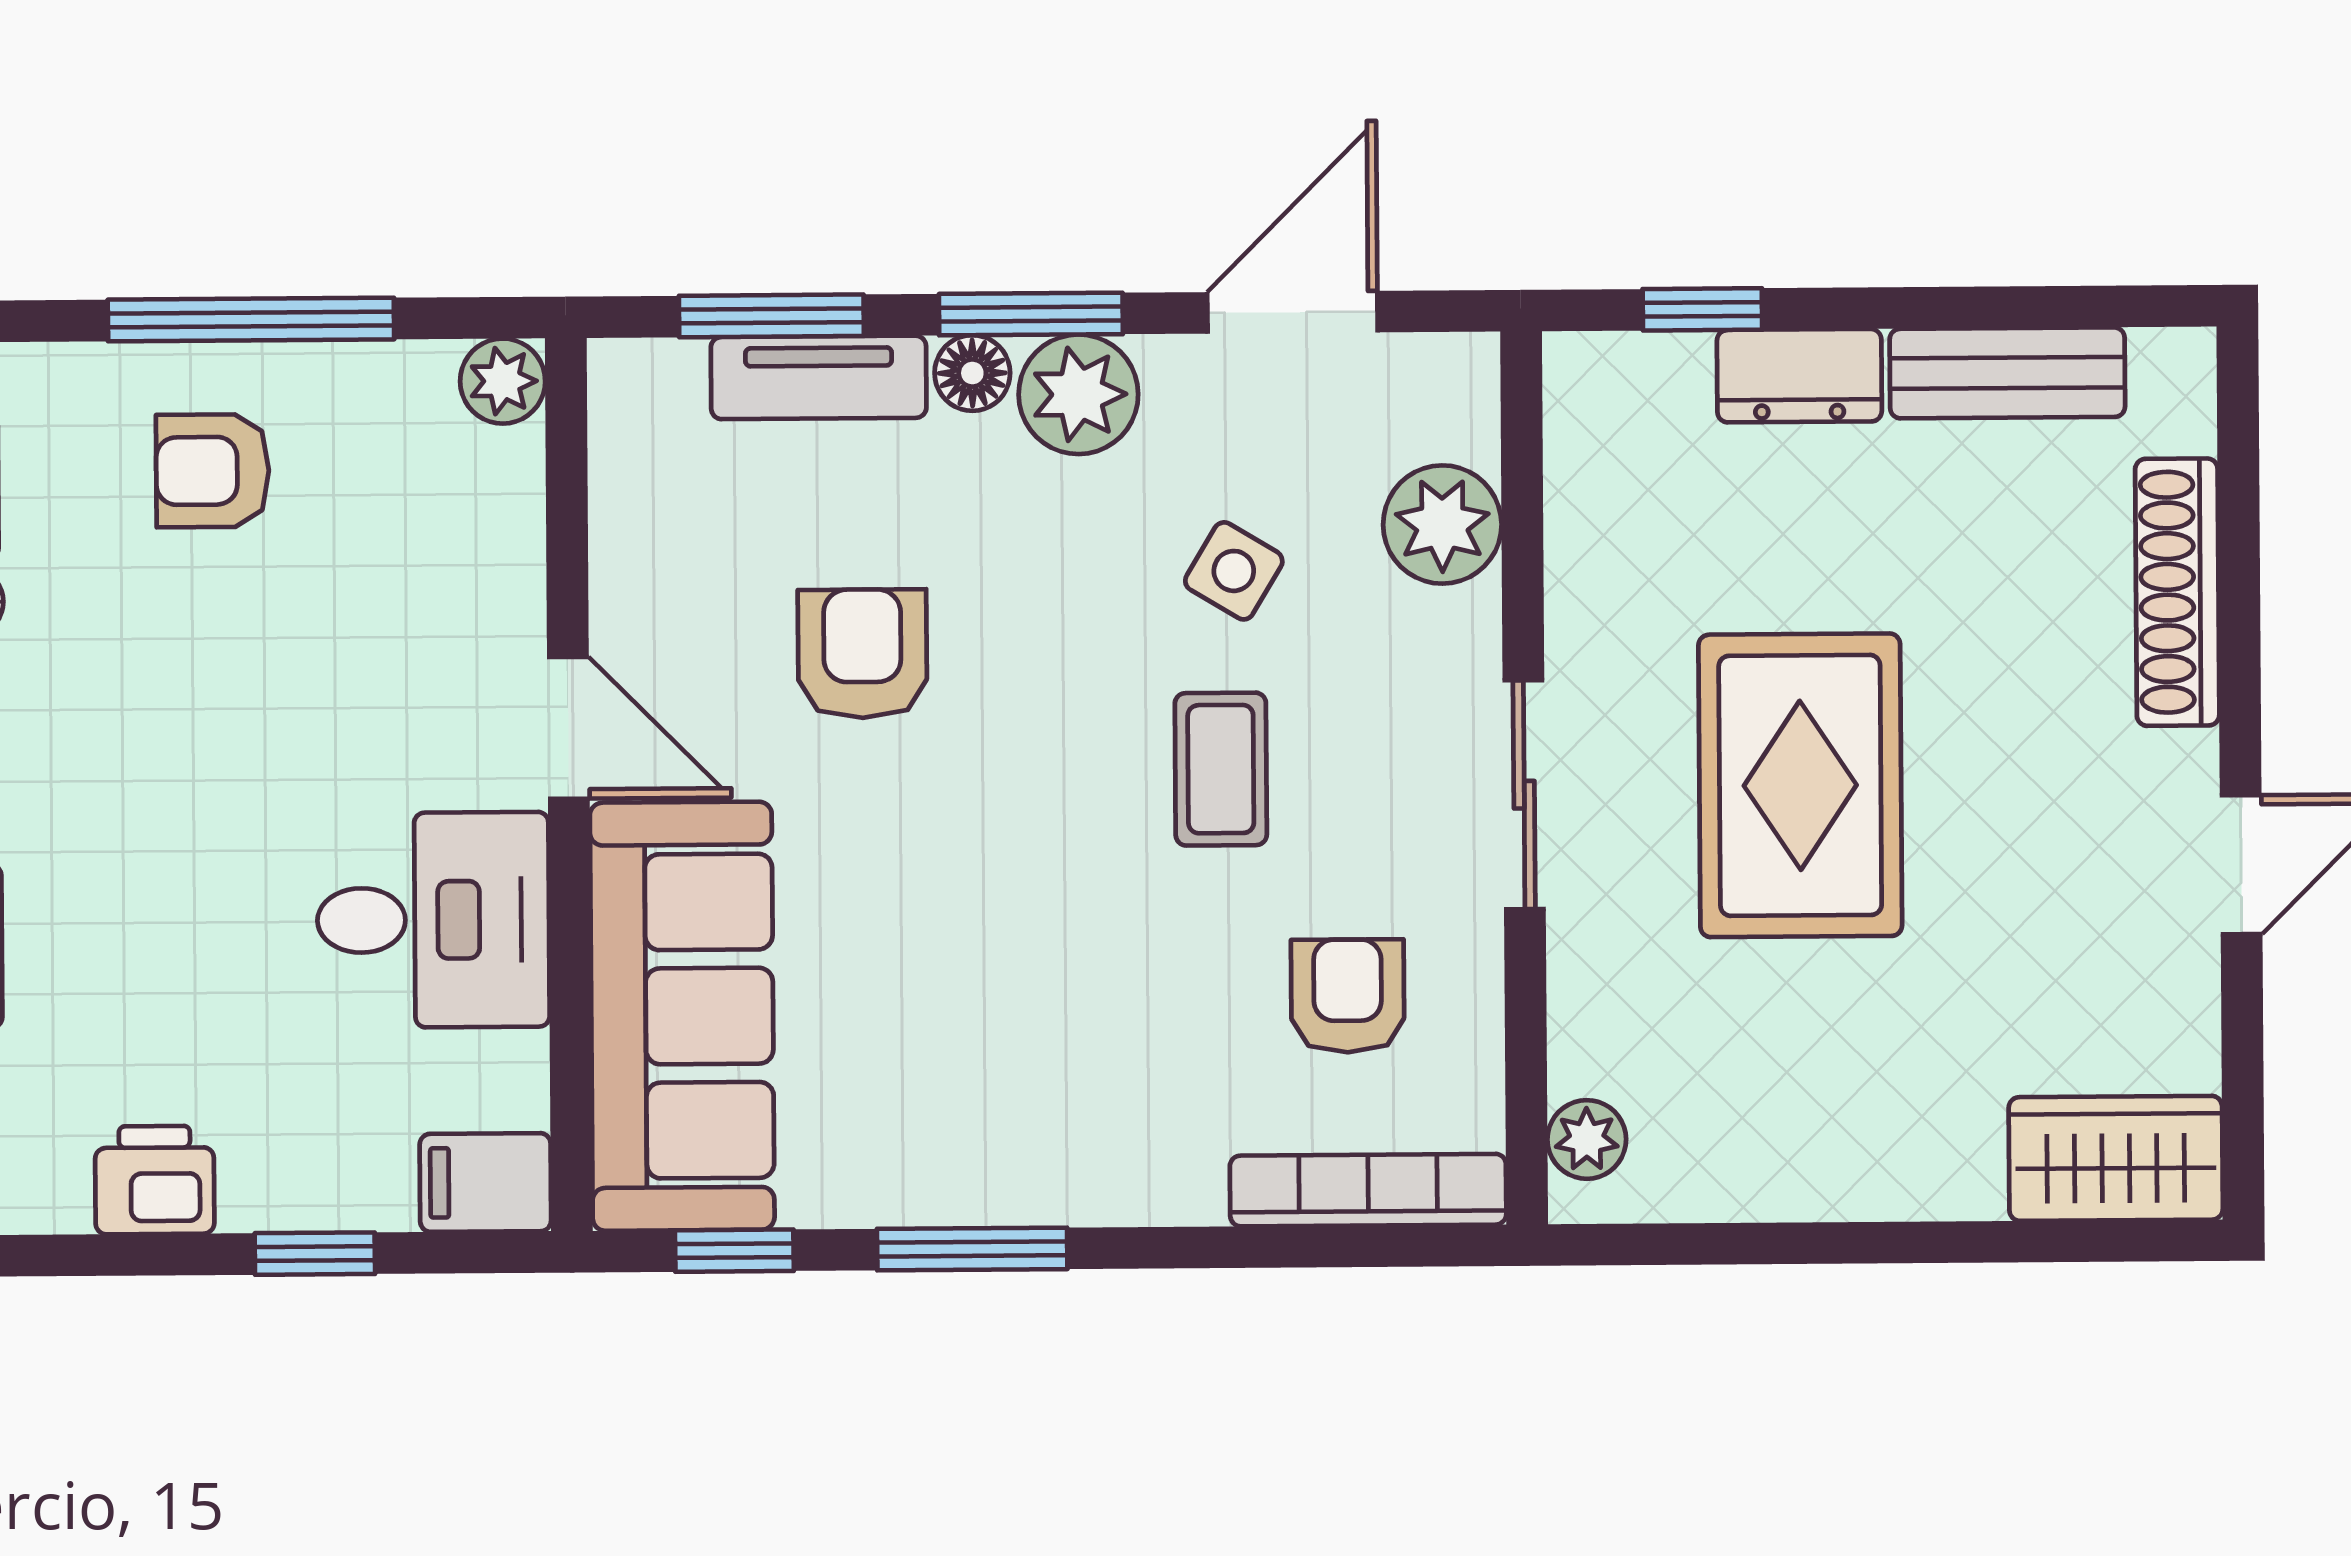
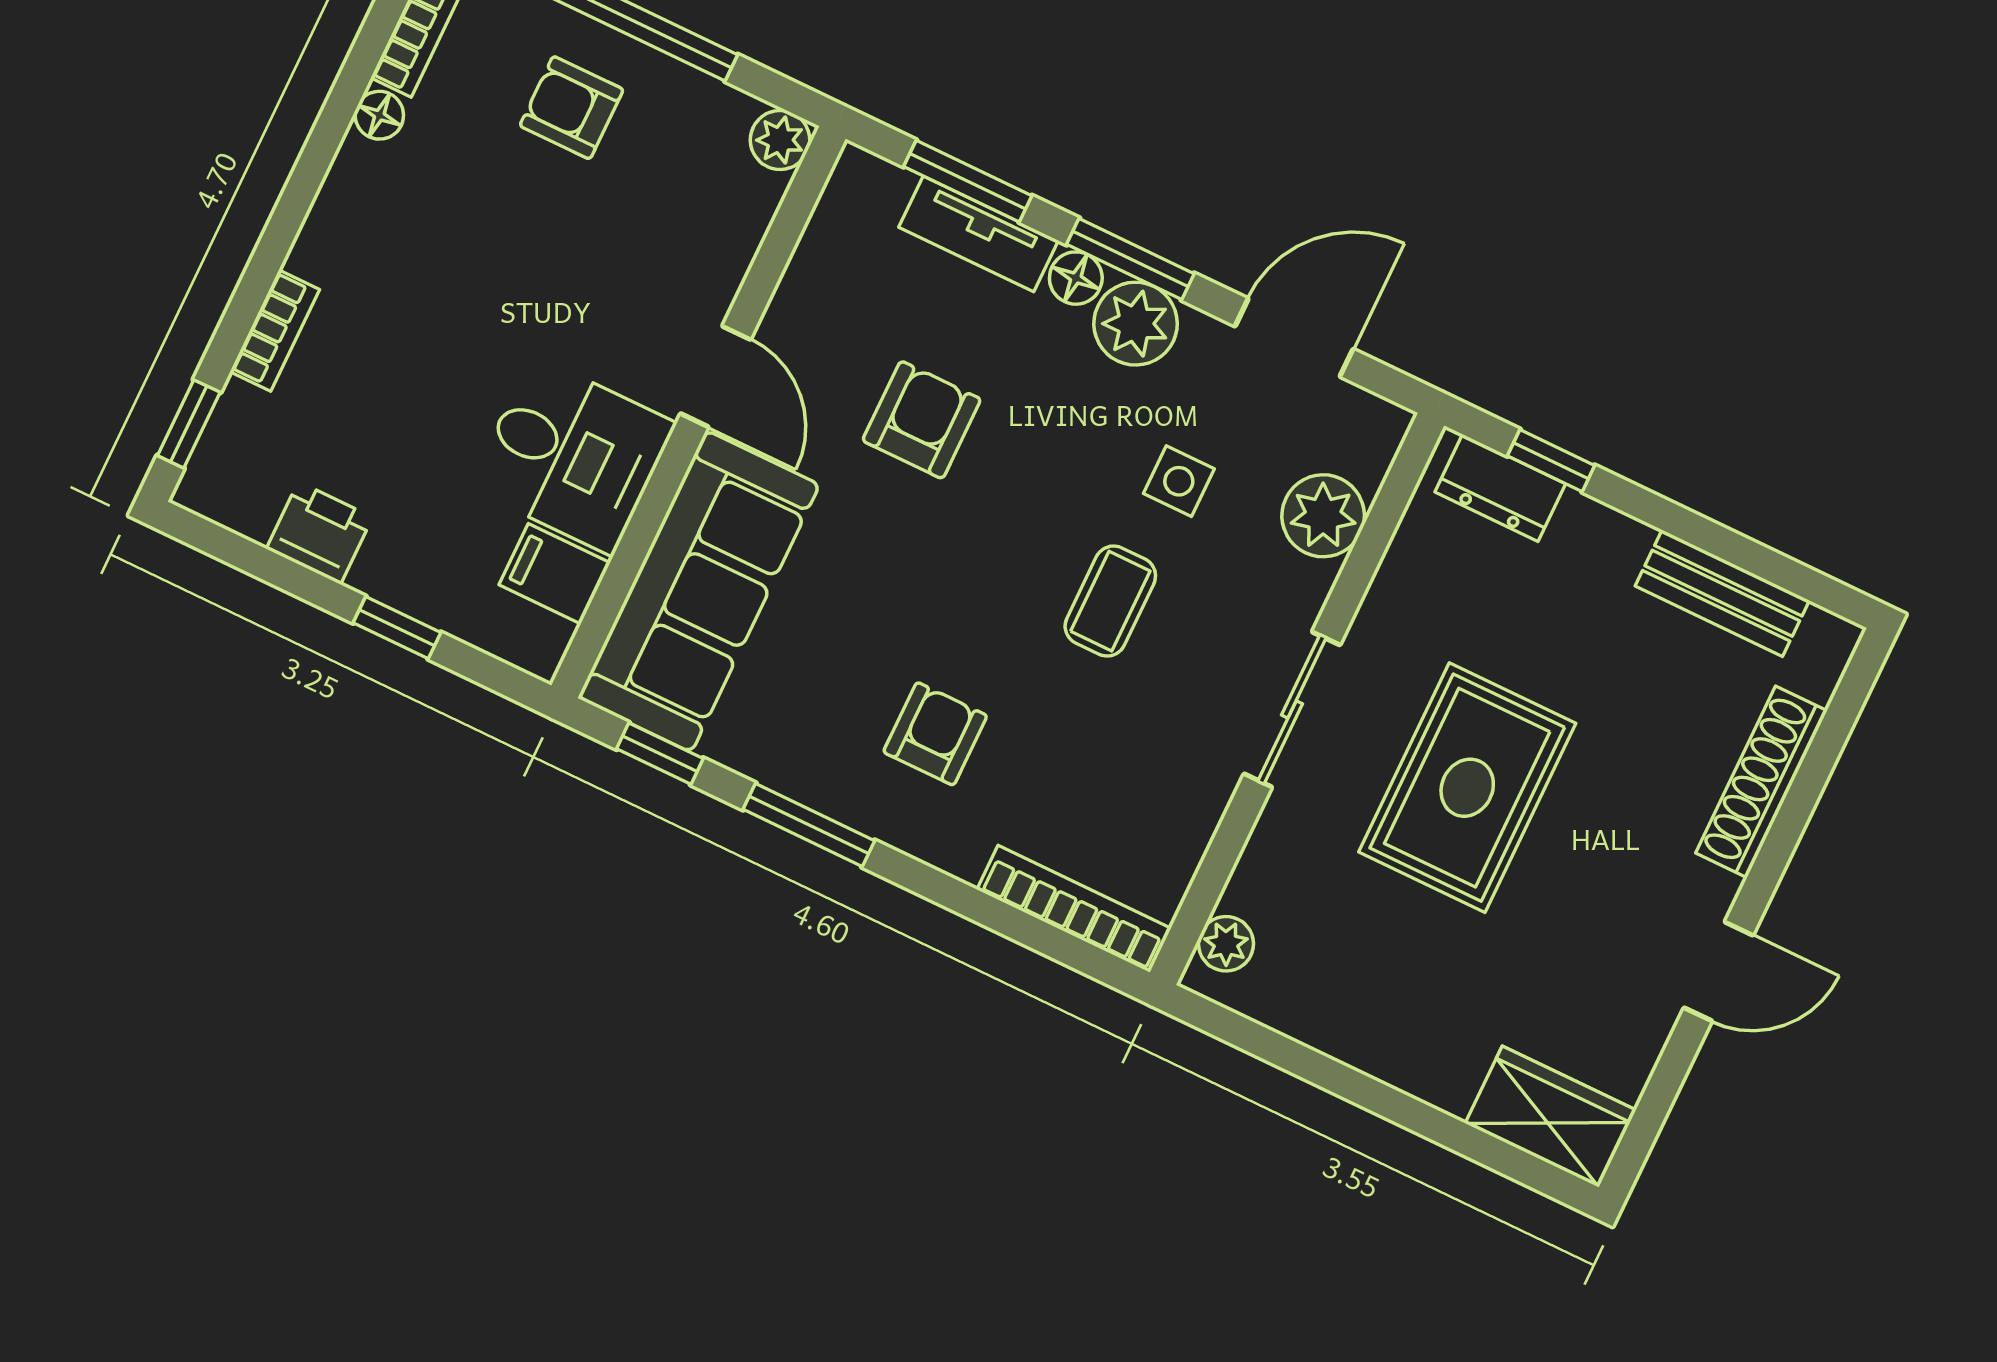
dresser: (1799, 376) -> (1500, 488), moved
side table: (1234, 571) -> (1179, 481), turned -31
armchair: (1348, 996) -> (935, 734), moved
filing cabinet: (485, 1183) -> (555, 574), moved

